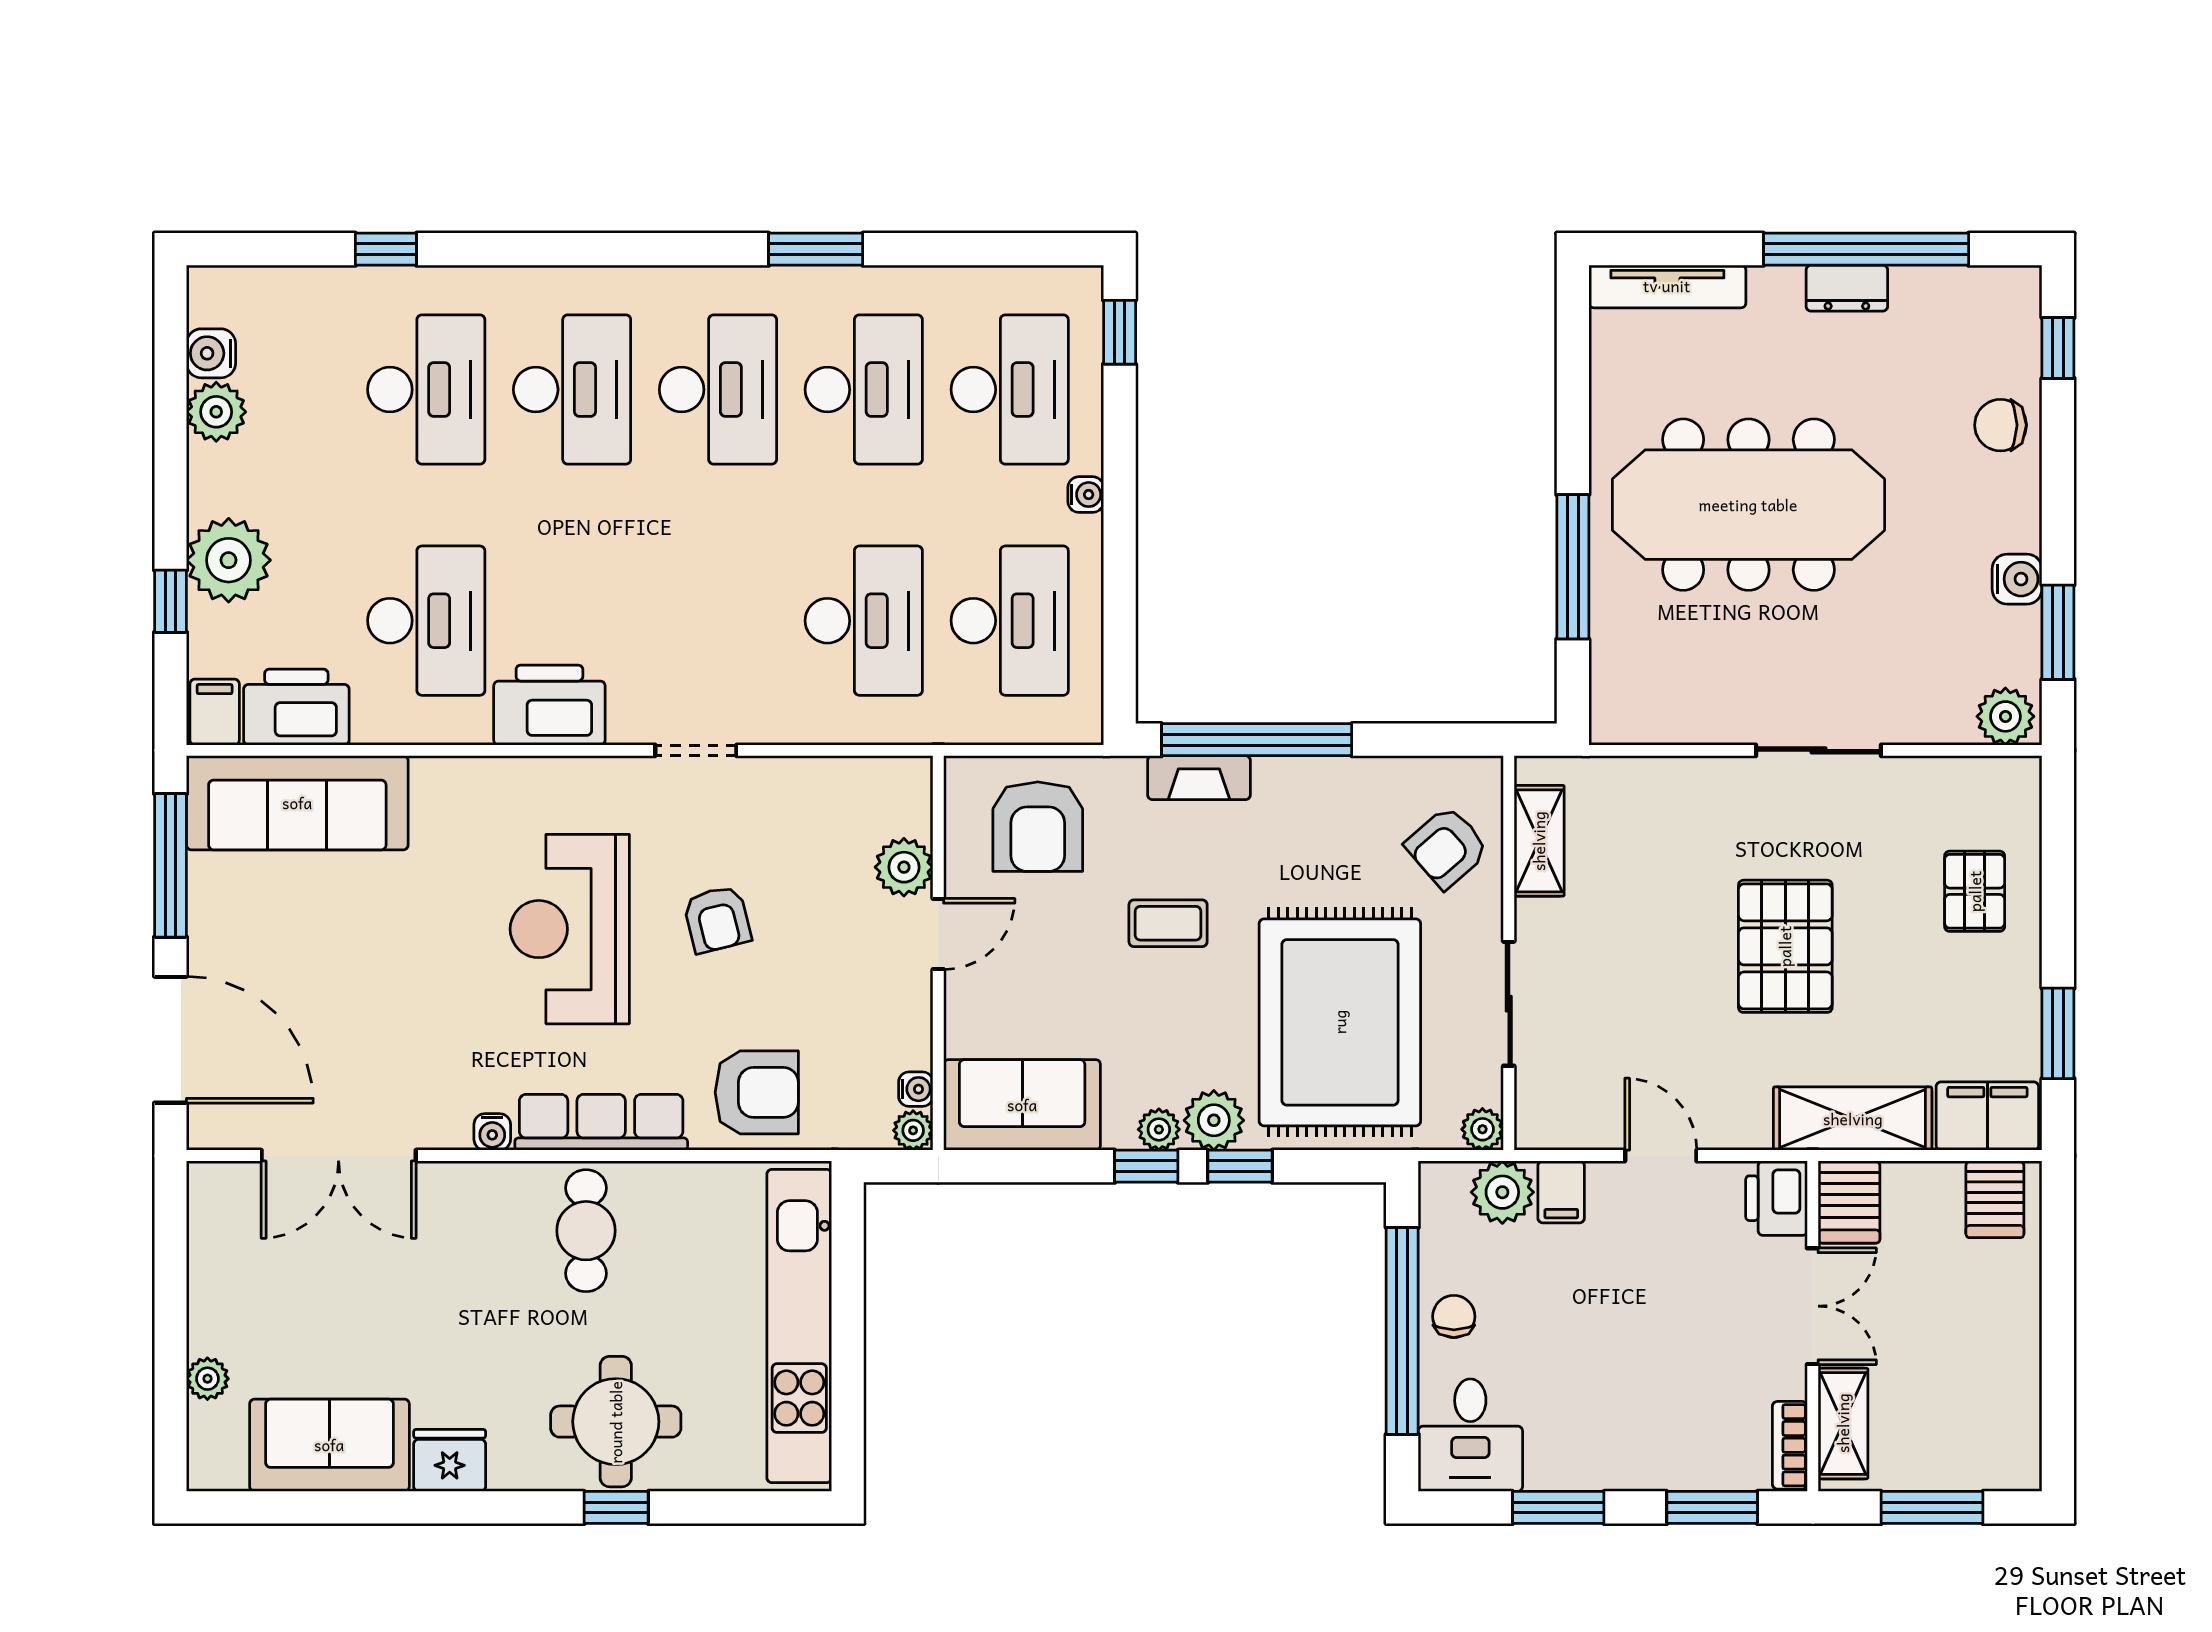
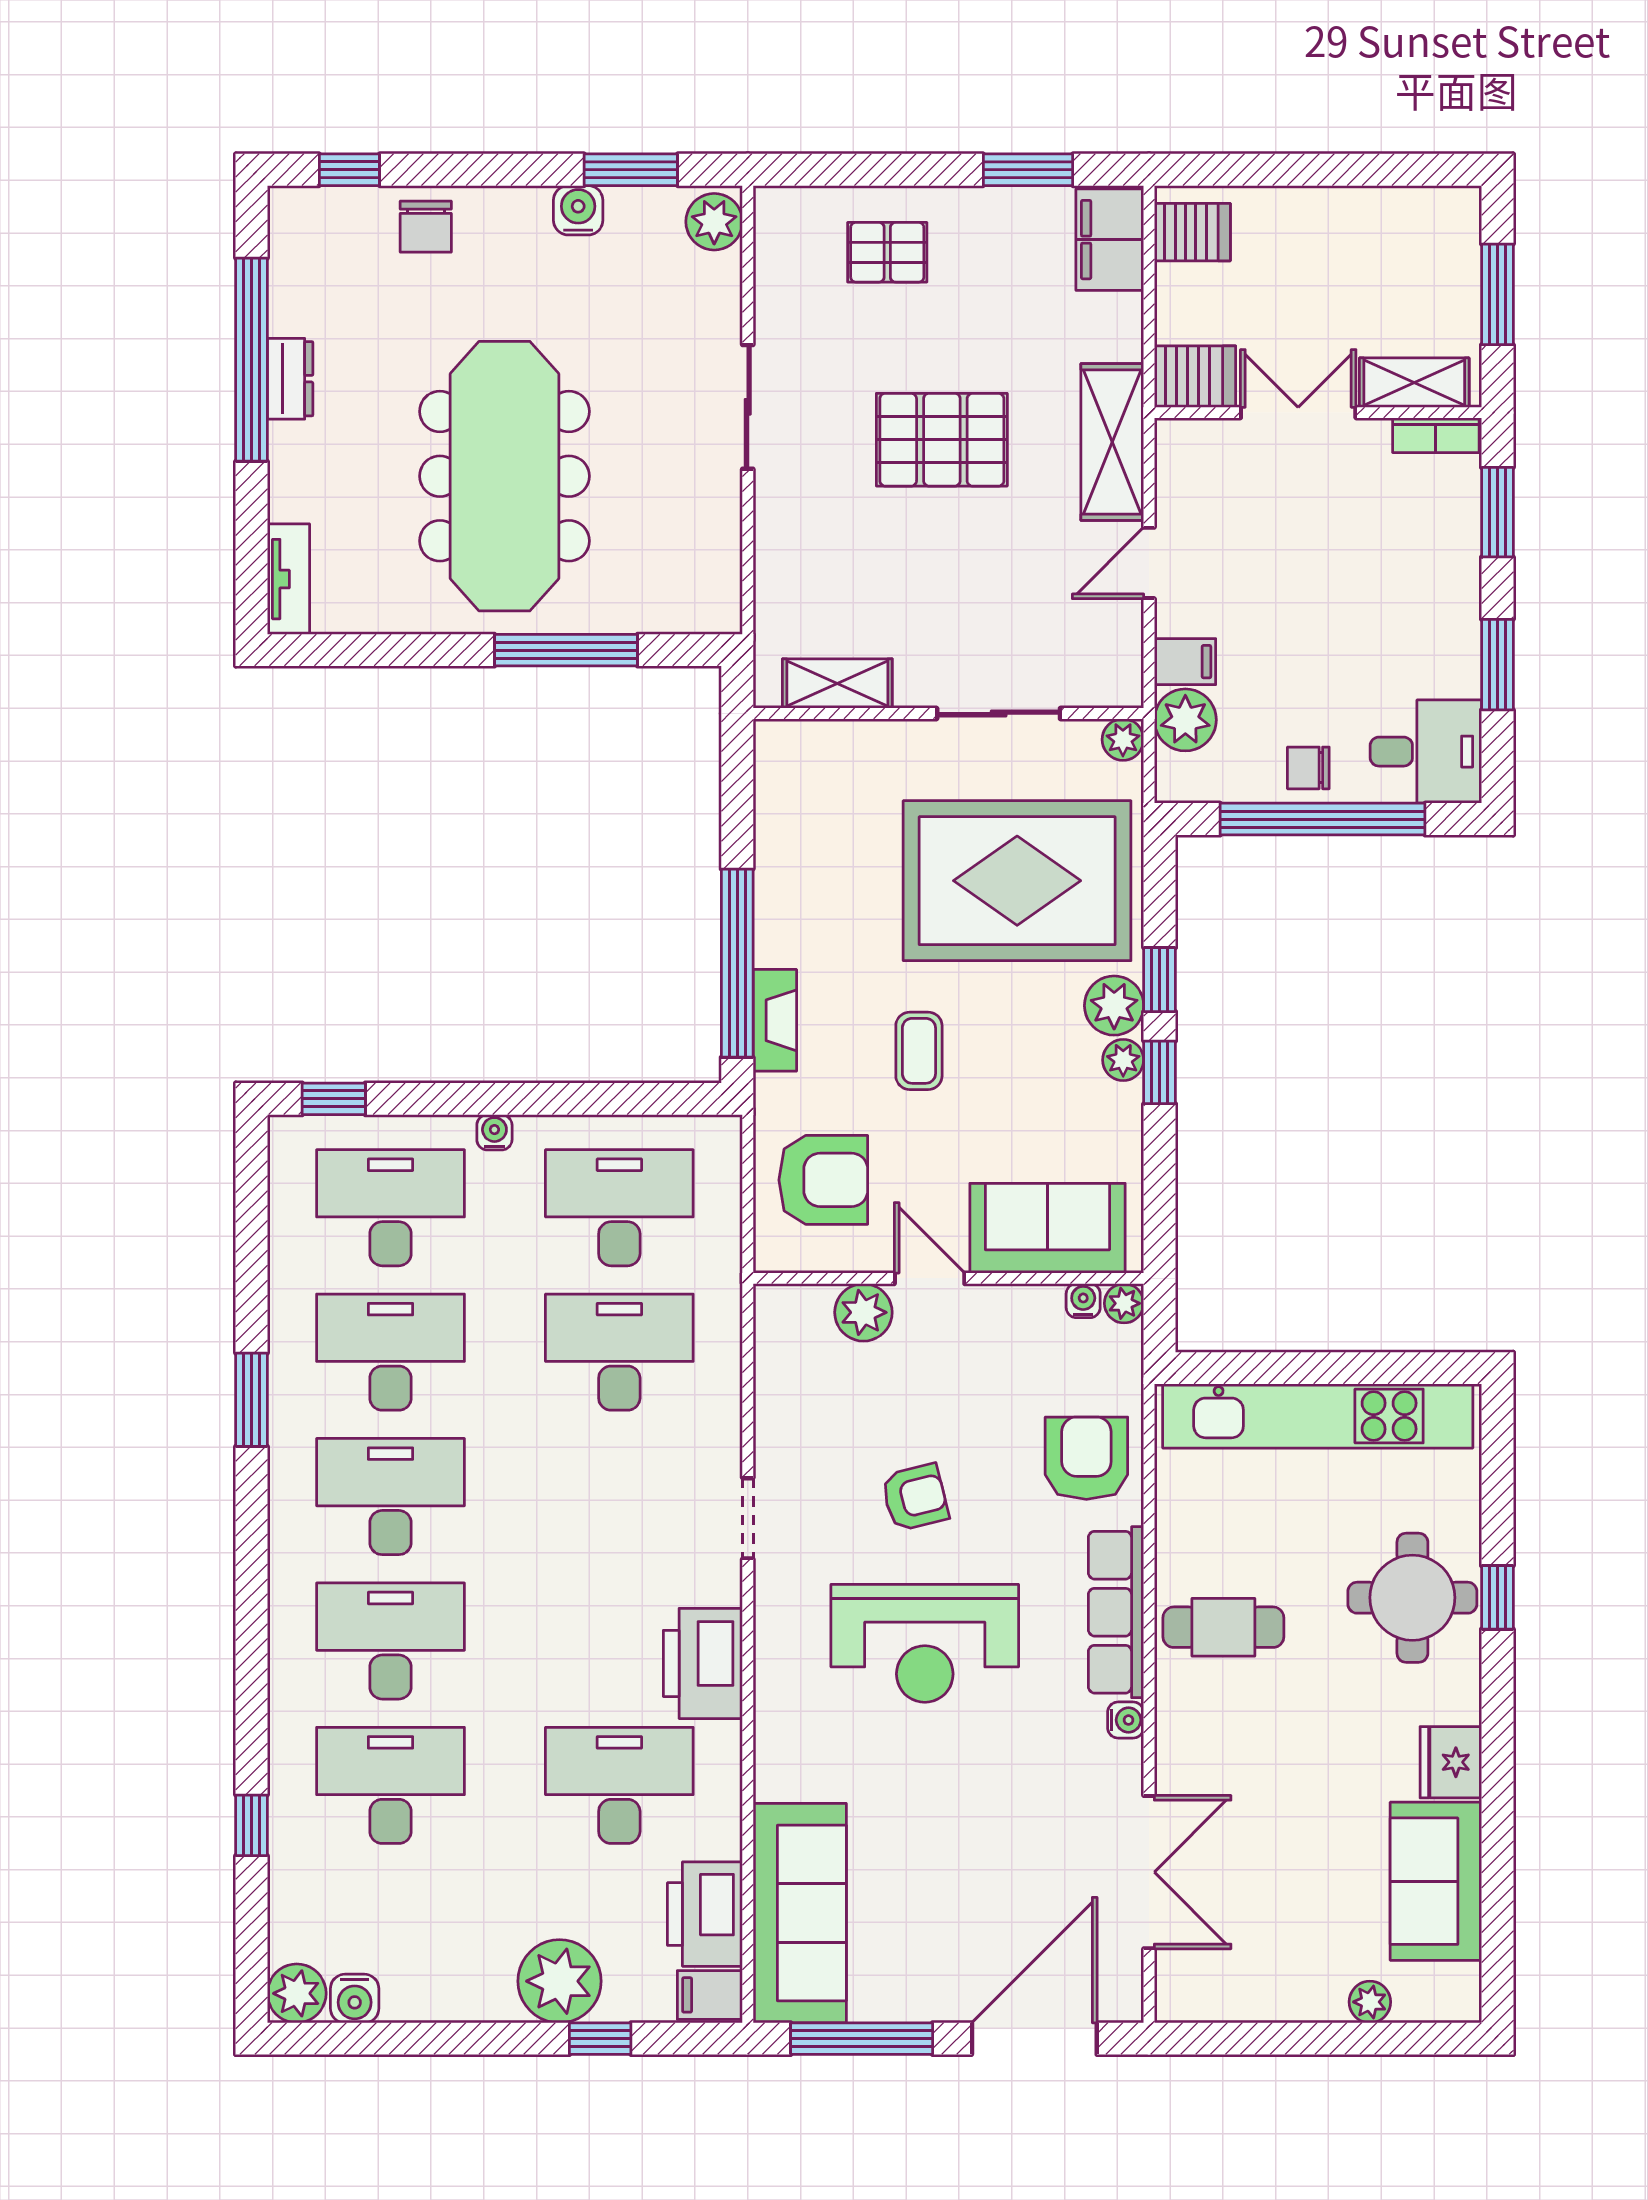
tv unit: (1667, 286) -> (288, 579), width x0.71
plant: (216, 412) -> (297, 1993), moved
armchair: (1447, 847) -> (844, 775), removed
sofa: (1022, 1105) -> (1047, 1228), moved, turned 90
shelving: (1853, 1119) -> (1112, 442), moved
printer: (1777, 1198) -> (1191, 448), removed

